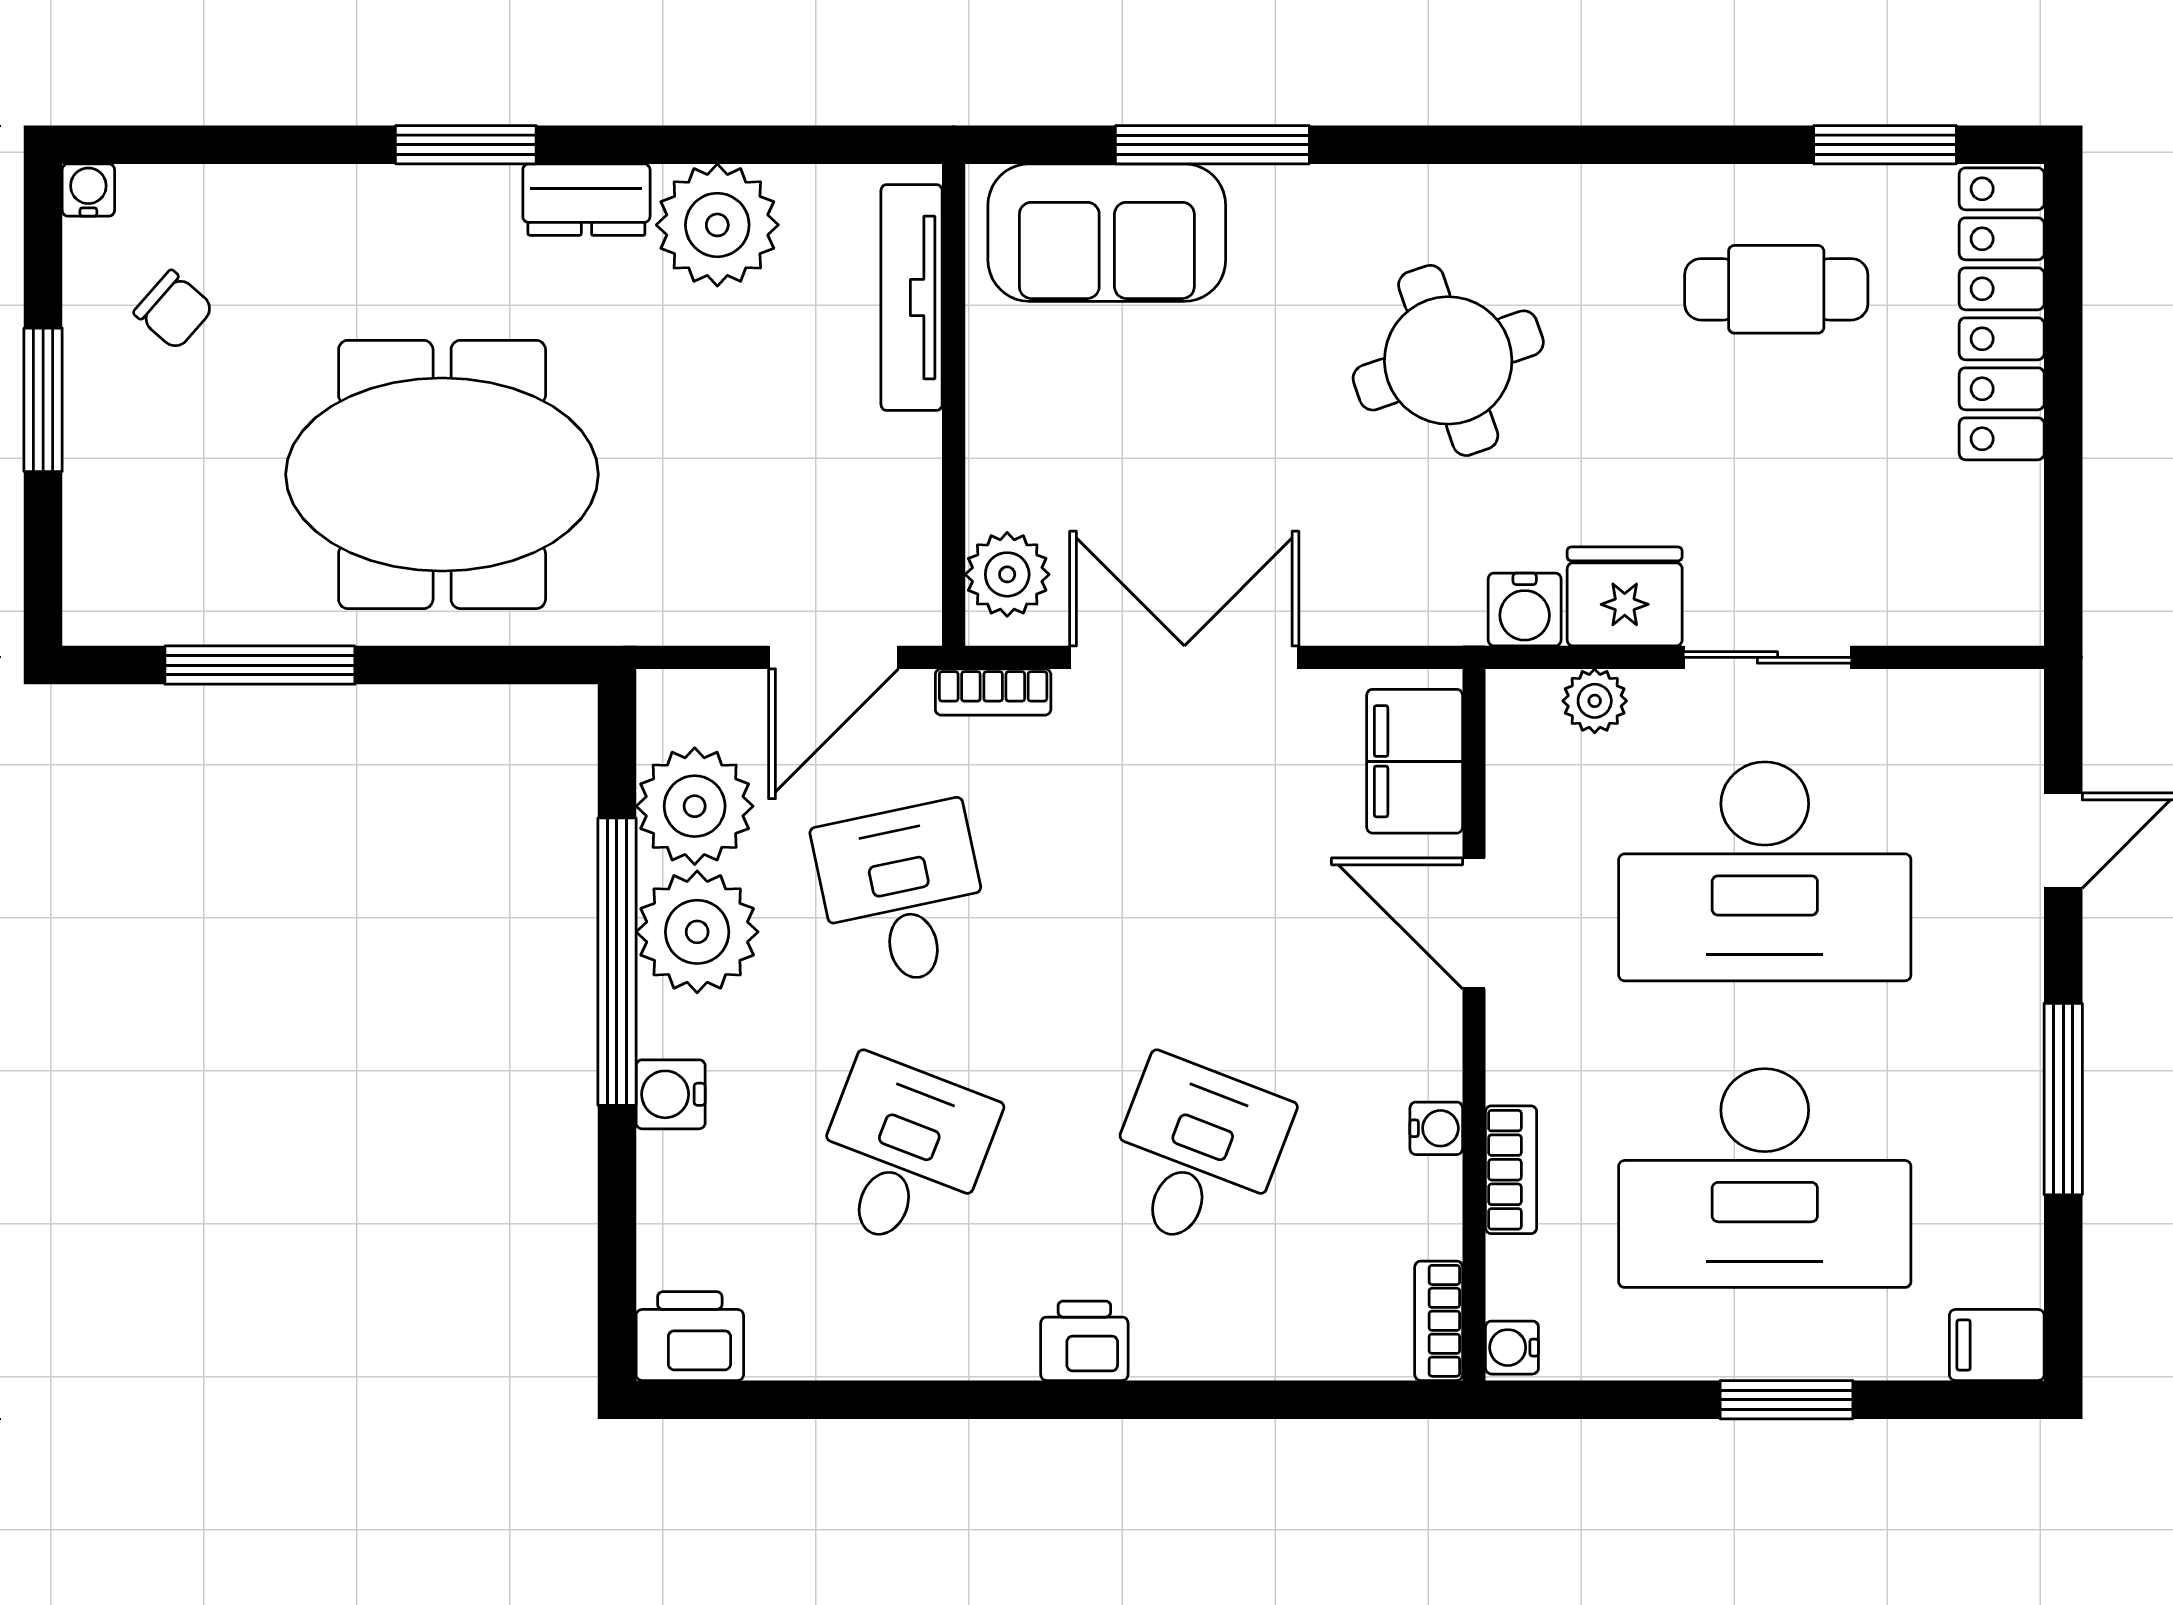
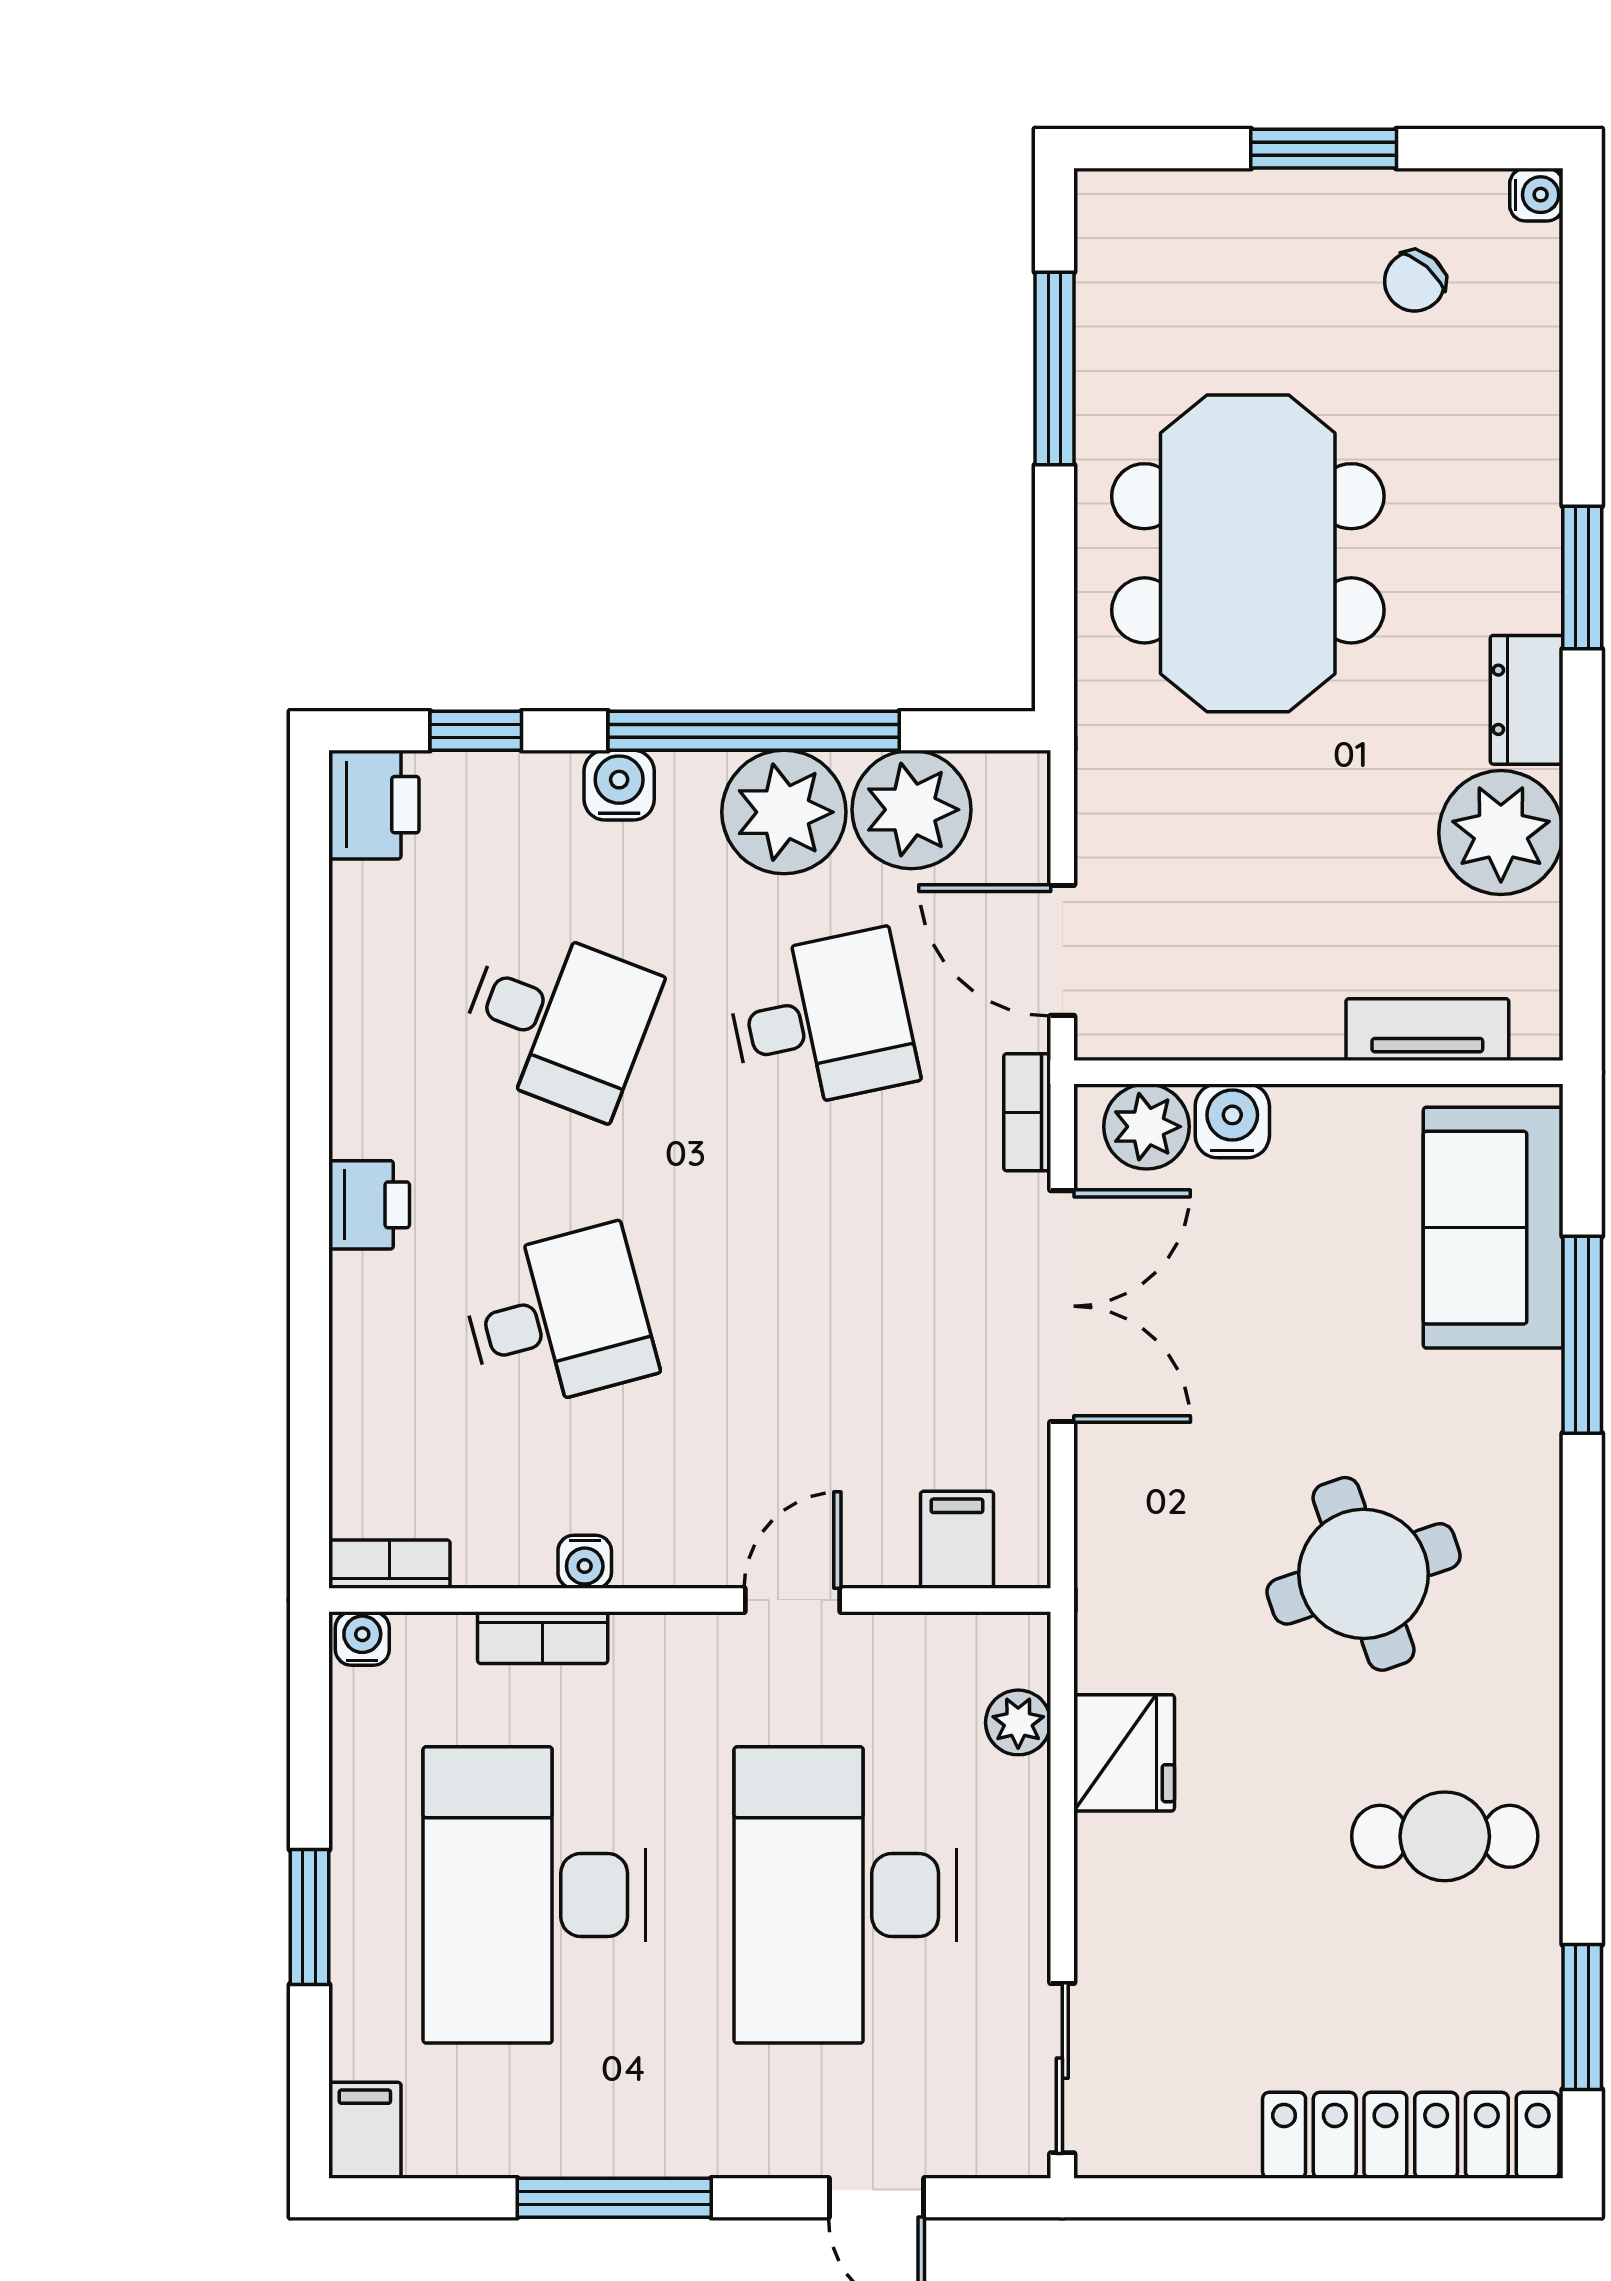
cafe table: (1776, 289) -> (1445, 1836), moved, turned 90
tv unit: (912, 297) -> (1427, 1030), width x0.71
water cooler: (1525, 609) -> (1232, 1121), moved, turned 90
sliding door: (1767, 657) -> (1062, 2068), moved
filing cabinet: (1415, 761) -> (957, 1540), width x0.50
door: (1474, 923) -> (792, 1600), width x0.73
desk: (1196, 1155) -> (558, 1318), turned -36
window: (617, 1236) -> (476, 731), added

